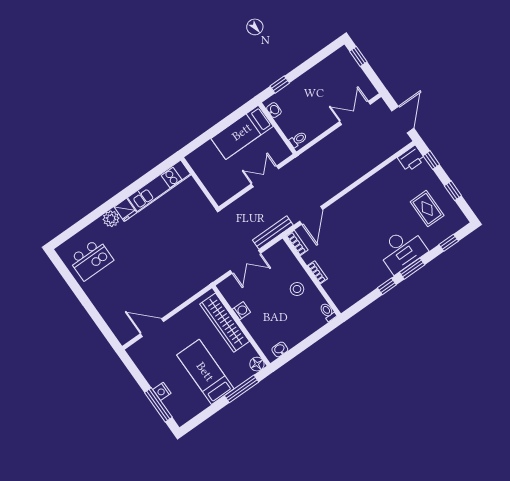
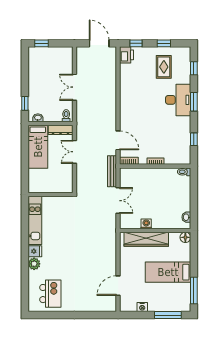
double door: (355, 113) -> (74, 87), moved
dresser: (278, 144) -> (61, 130), added
rug: (427, 209) -> (164, 67), turned 90
window: (387, 286) -> (194, 139), moved
stool: (297, 289) -> (157, 181), removed
window: (242, 389) -> (194, 291), moved
nightstand: (162, 391) -> (142, 307), moved

